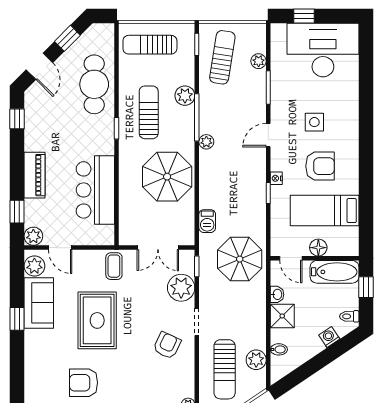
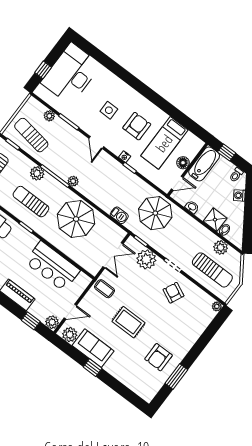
shower: (282, 316) -> (215, 220), moved
rug: (97, 320) -> (129, 322), width x0.73, depth x0.70

